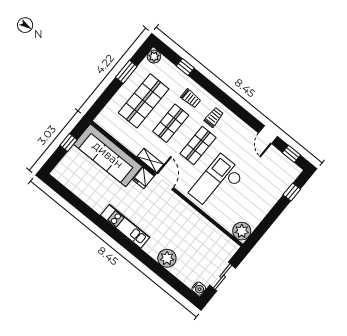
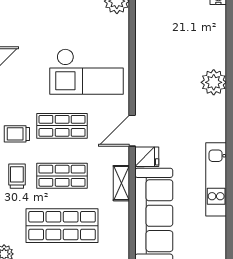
shelving: (150, 161) -> (121, 183), moved
kitchen unit: (125, 226) -> (216, 179), moved
plant: (167, 258) -> (214, 82), moved

